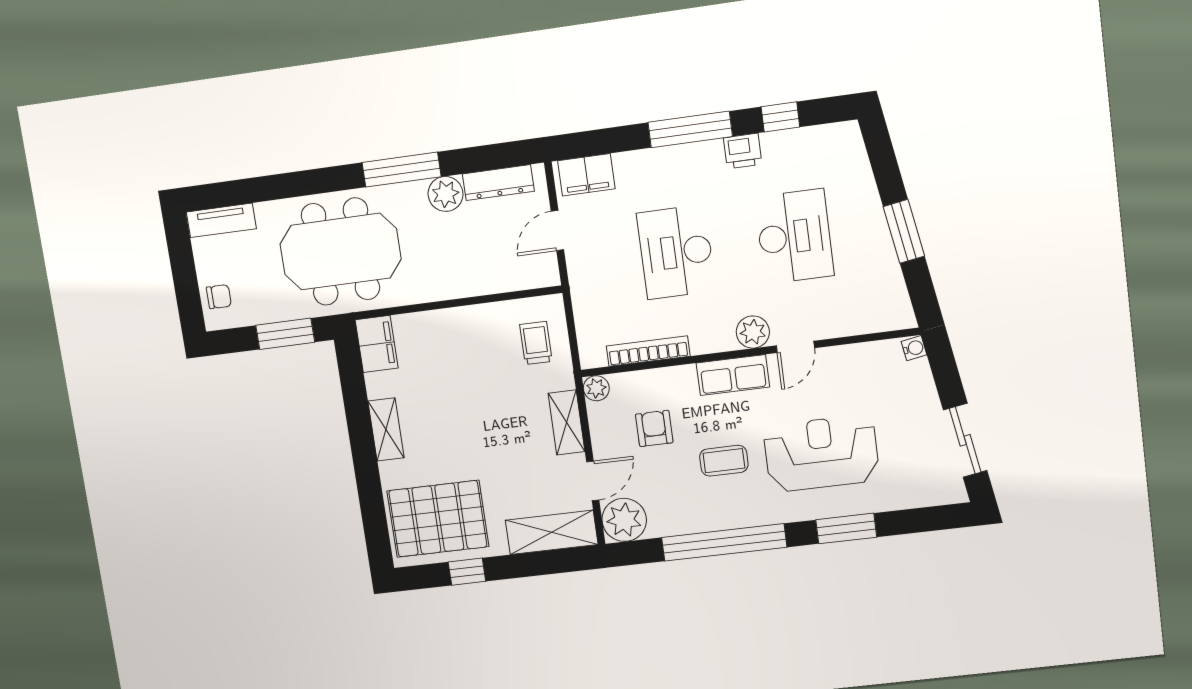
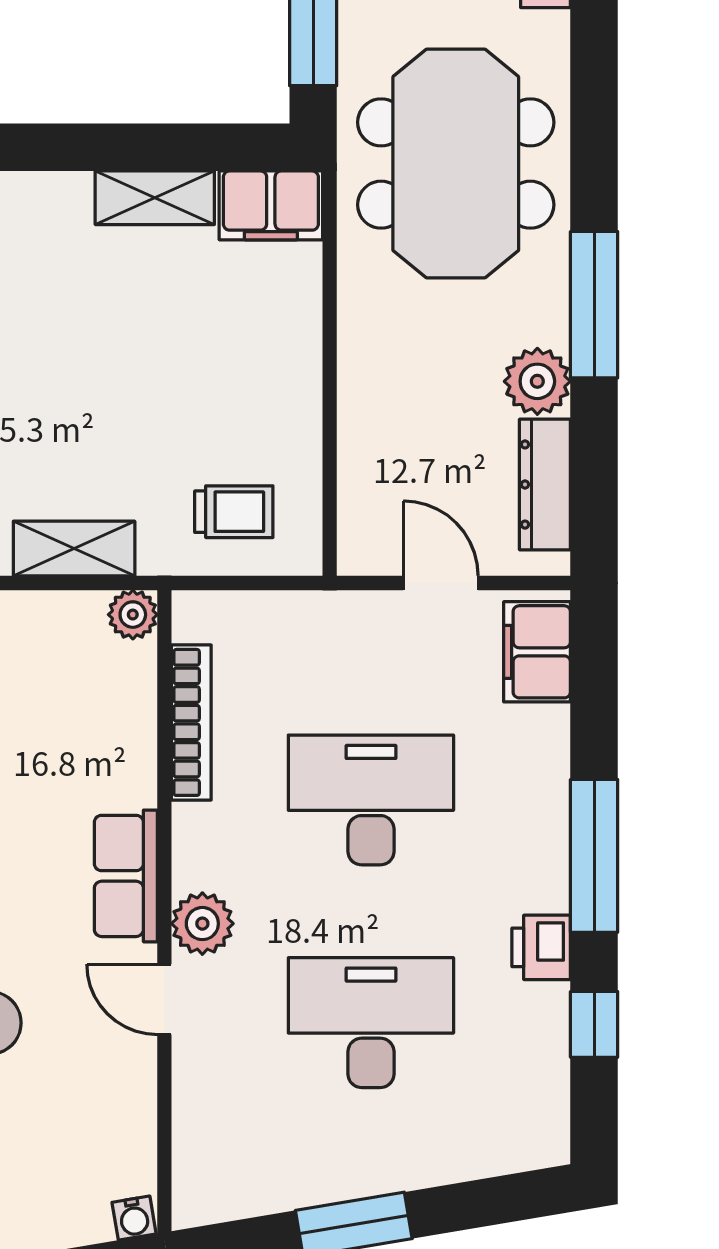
desk: (794, 236) -> (371, 1023), turned 180
armchair: (654, 428) -> (42, 714), removed
shelving: (386, 429) -> (155, 198), moved

